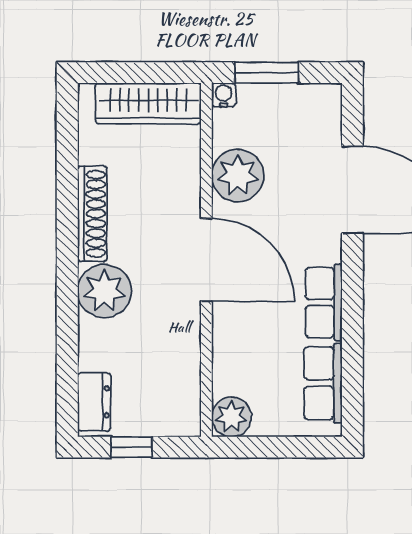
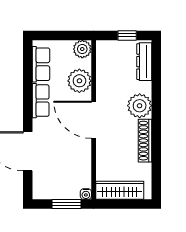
plant: (238, 175) -> (79, 81), moved
dresser: (94, 402) -> (144, 62), width x1.44

